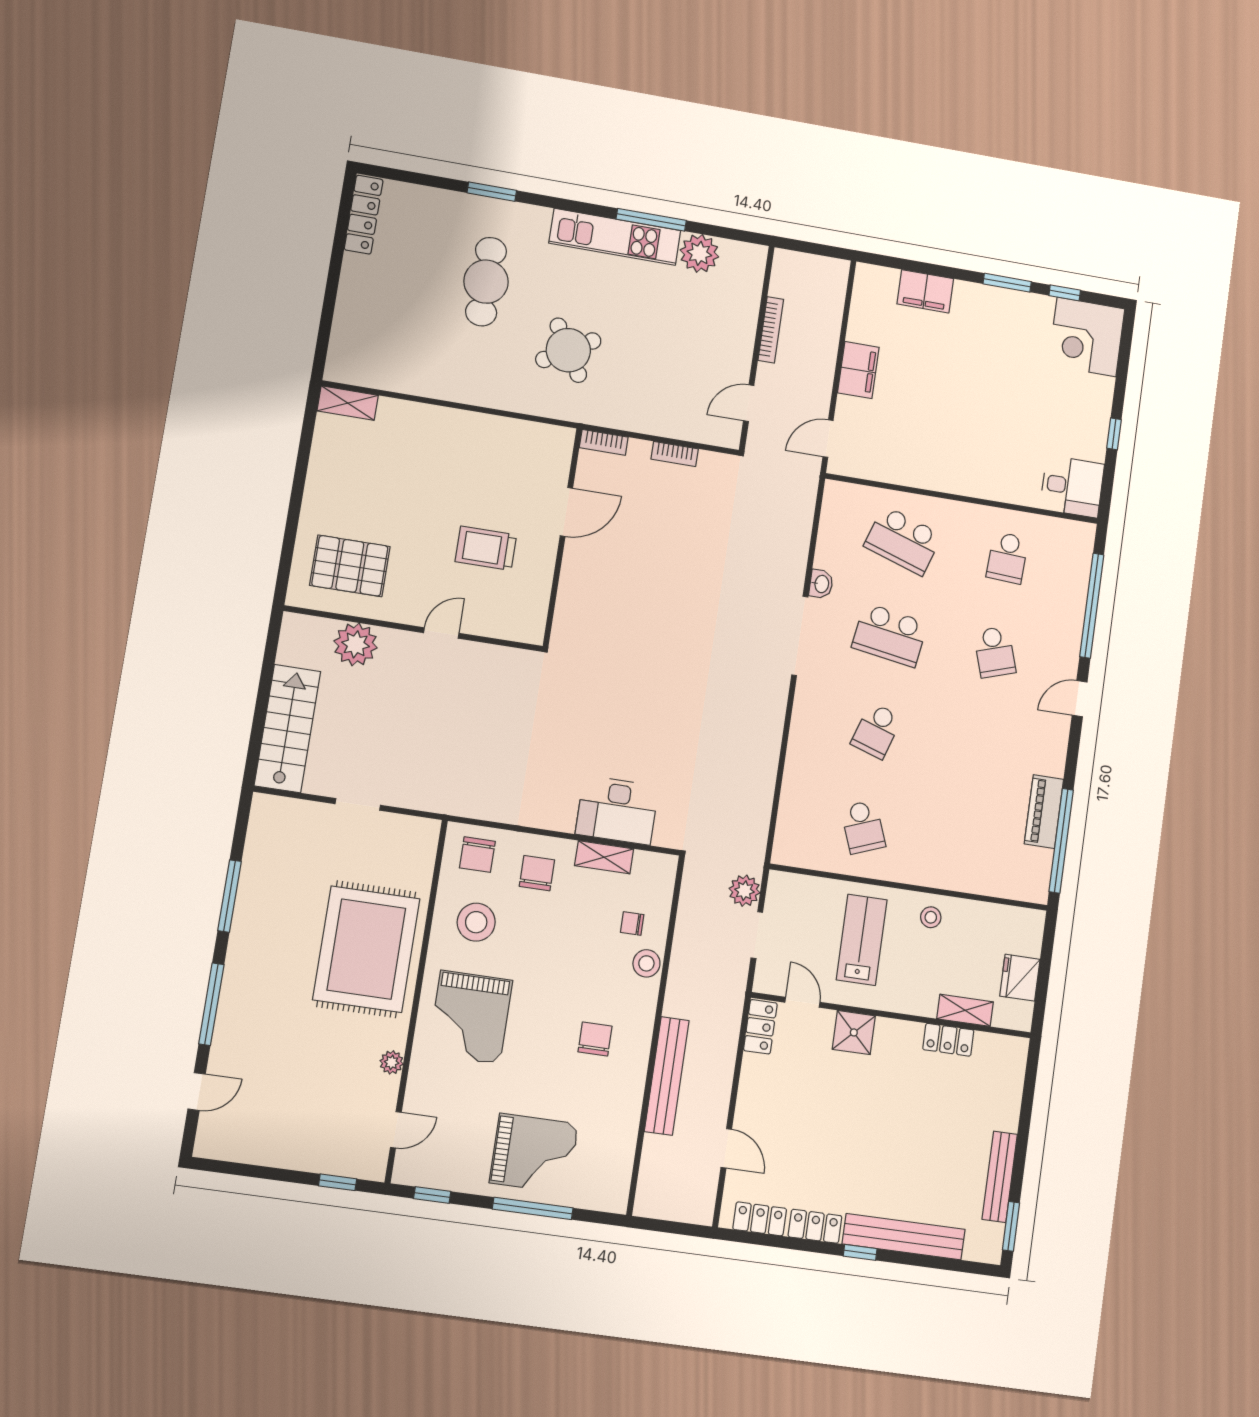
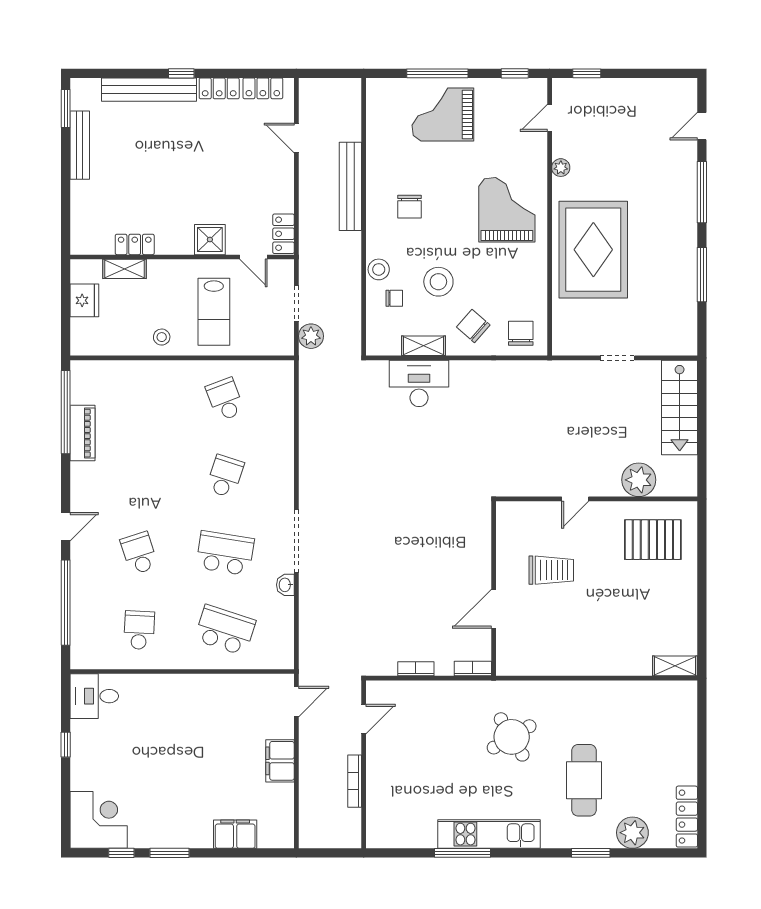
plant: (699, 253) -> (632, 833), moved
chair: (537, 873) -> (473, 326), turned 131
stool: (476, 922) -> (438, 282), moved

